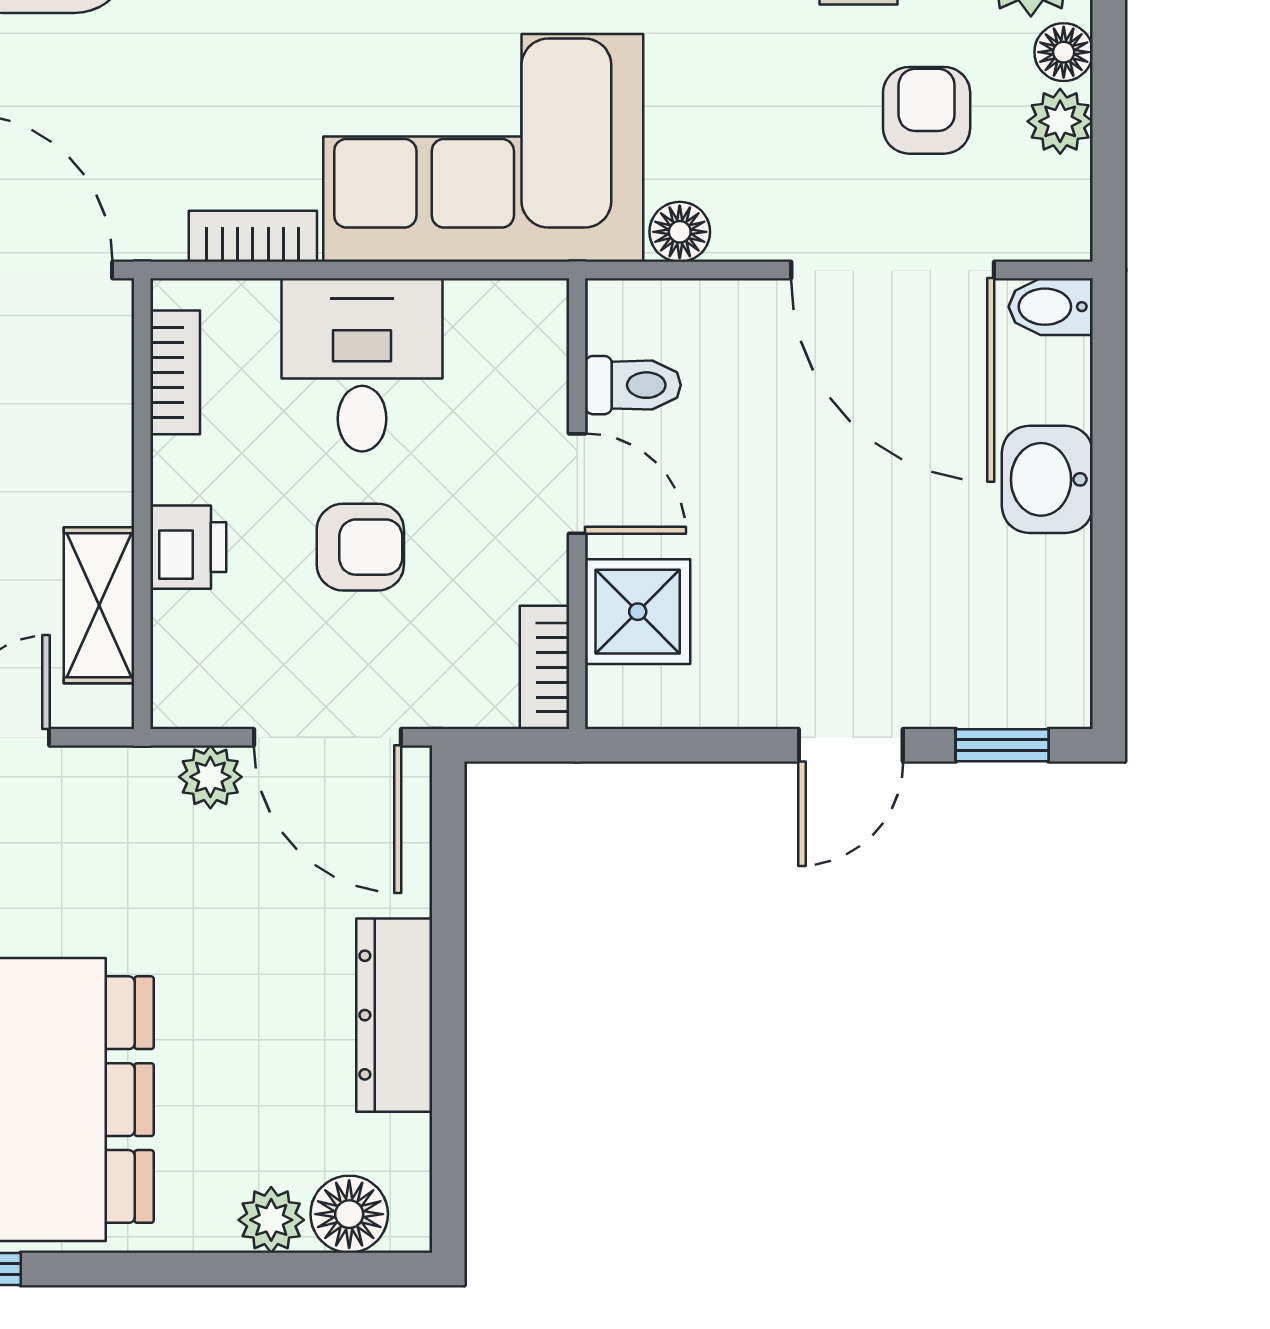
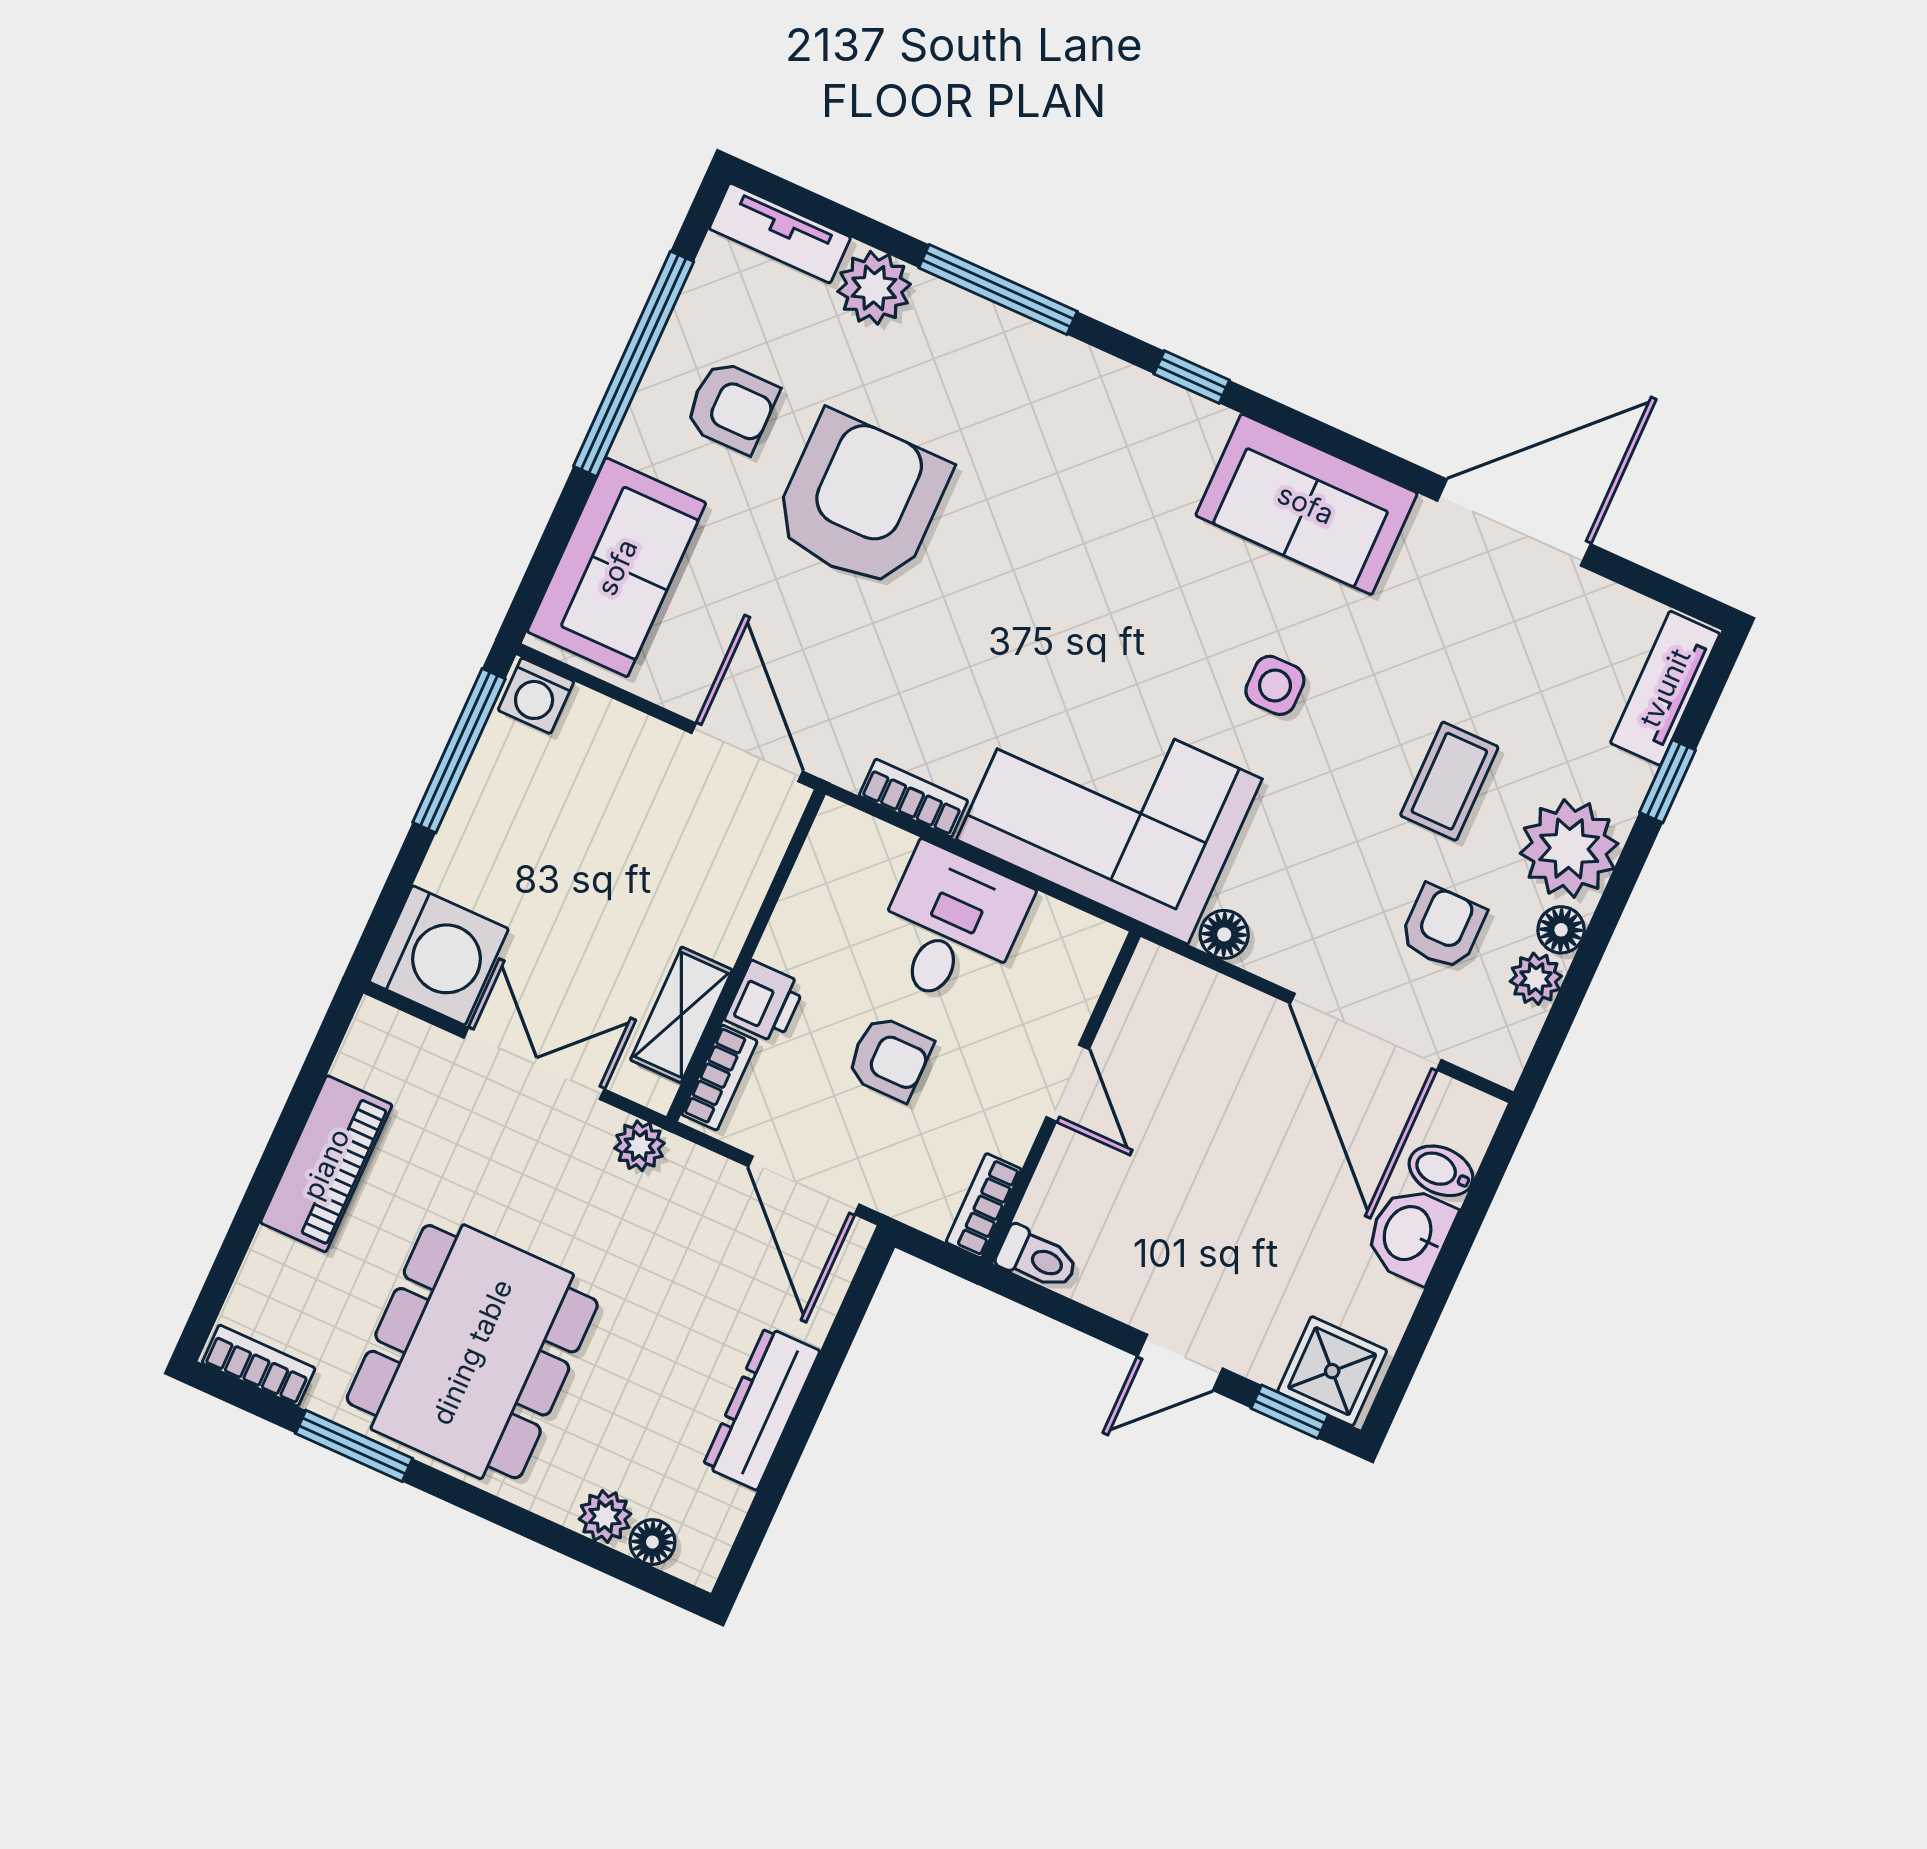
bidet: (1051, 307) -> (1441, 1171), moved
bookcase: (175, 372) -> (719, 1078), moved
toilet: (633, 385) -> (1037, 1258), moved
shower: (638, 612) -> (1332, 1371), moved
plant: (210, 777) -> (640, 1146), moved
floor lamp: (349, 1214) -> (652, 1542), width x0.73, depth x0.73

